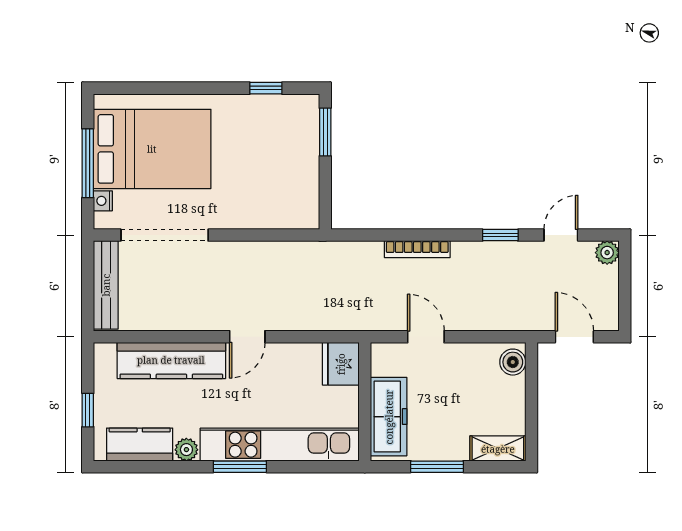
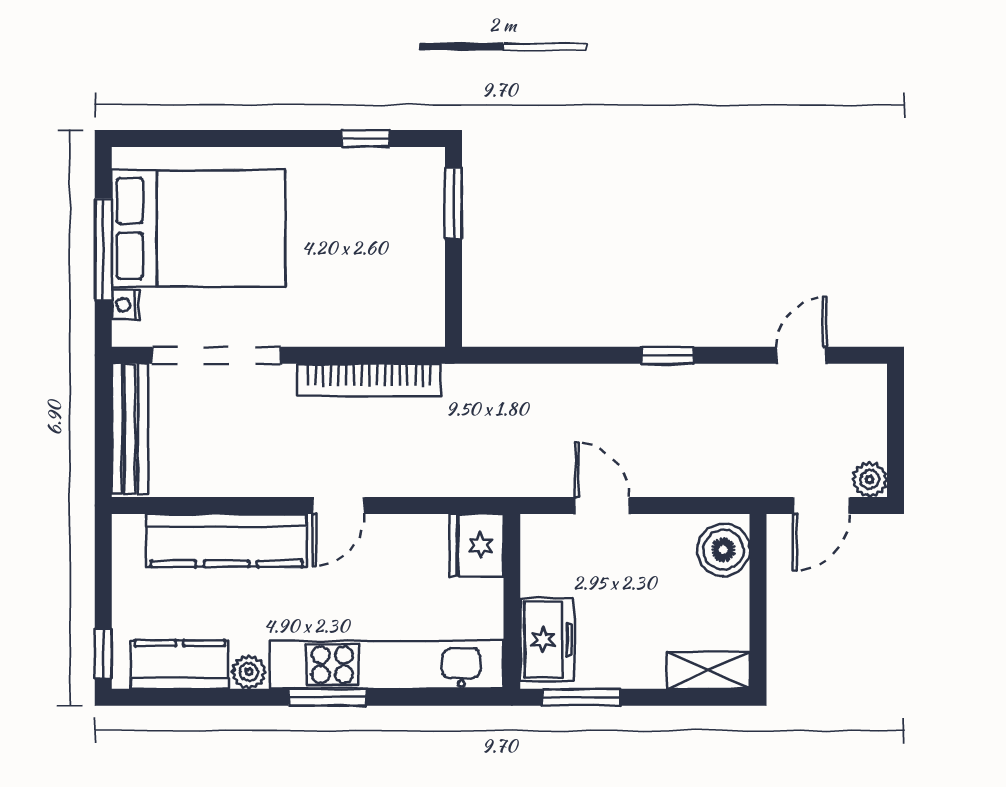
window: (500, 235) -> (668, 355), moved
bookcase: (417, 249) -> (369, 380), moved, width x1.48, depth x1.31
plant: (607, 253) -> (870, 480), moved
door: (574, 337) -> (821, 505), swing flipped
boiler: (513, 362) -> (723, 550), width x1.36, depth x1.36
window: (88, 410) -> (103, 654), moved
freezer: (389, 417) -> (547, 640), width x0.71
window: (437, 467) -> (581, 697), moved

